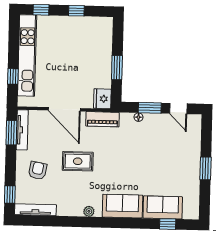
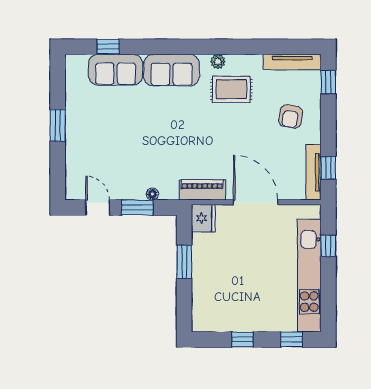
window: (11, 133) -> (328, 168), width x0.67
rug: (78, 161) -> (231, 89), moved

